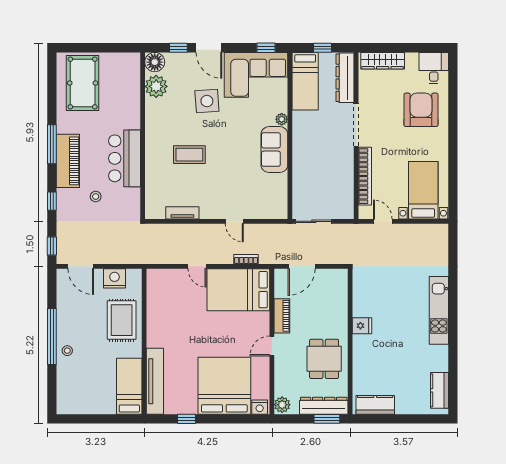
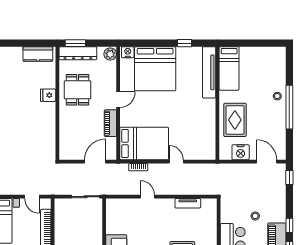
window: (52, 201) -> (289, 225), moved
fridge: (362, 326) -> (48, 95), moved

